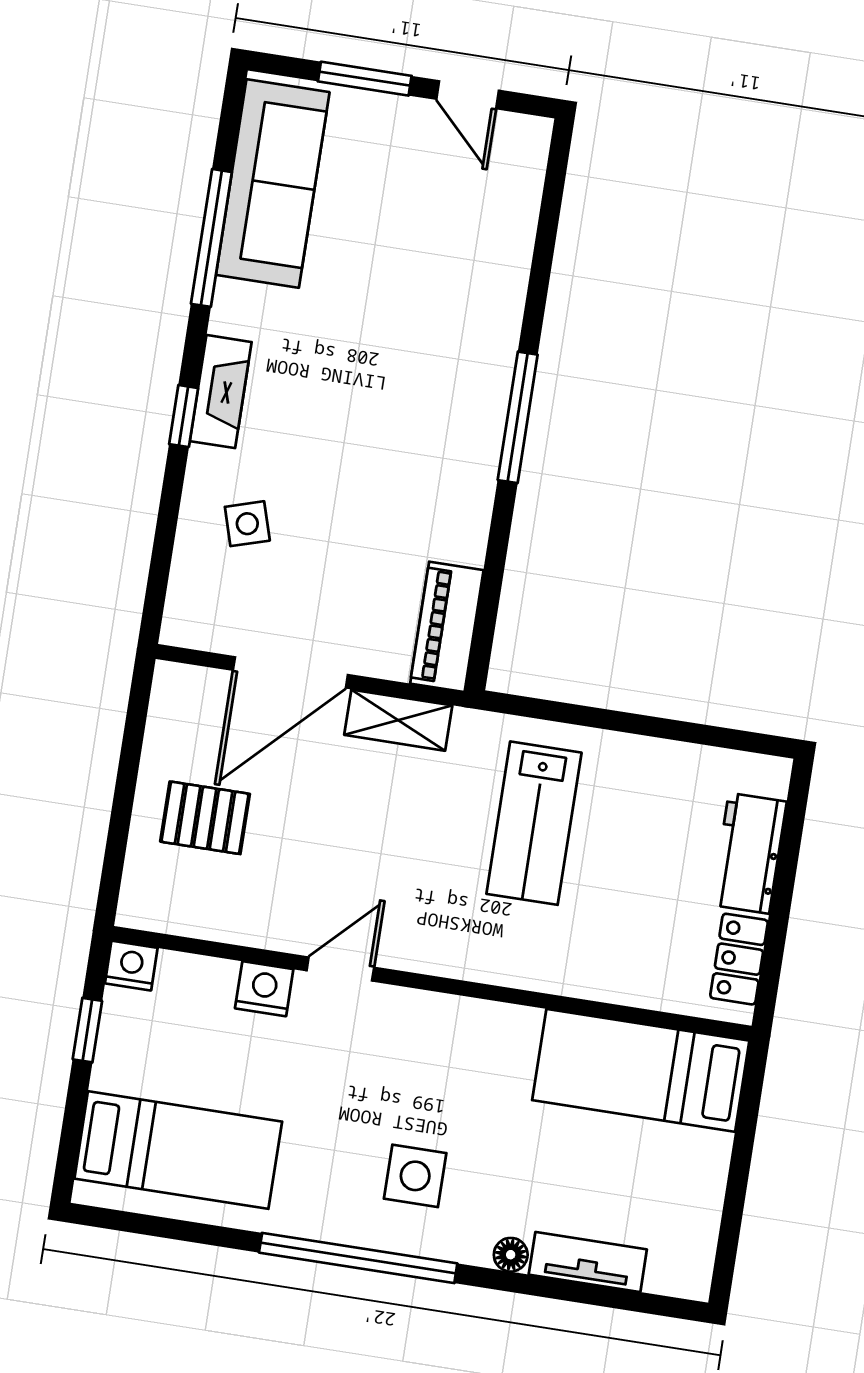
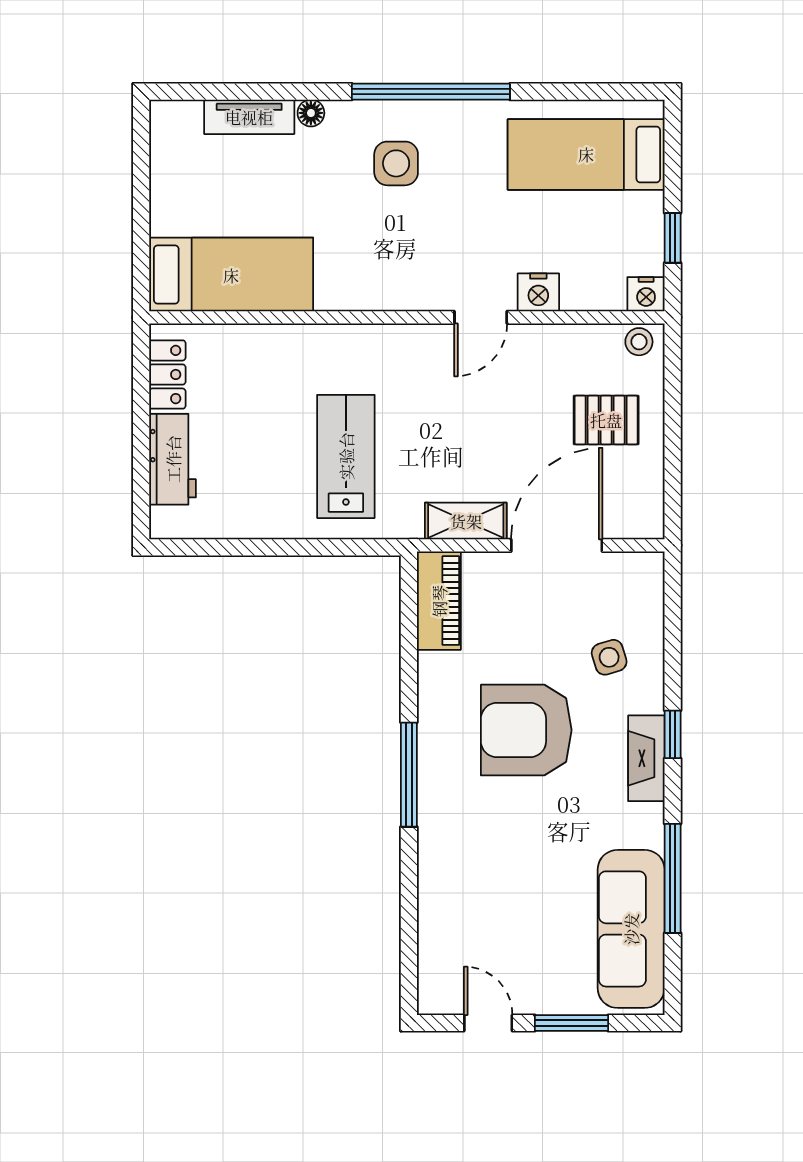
armchair: (364, 450) -> (526, 730), added
stool: (149, 908) -> (639, 342), added

